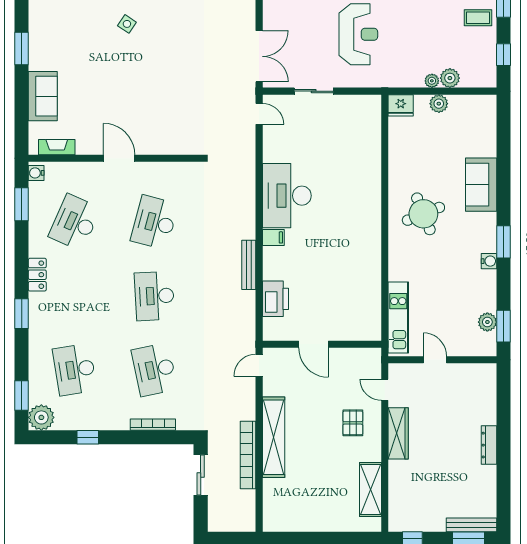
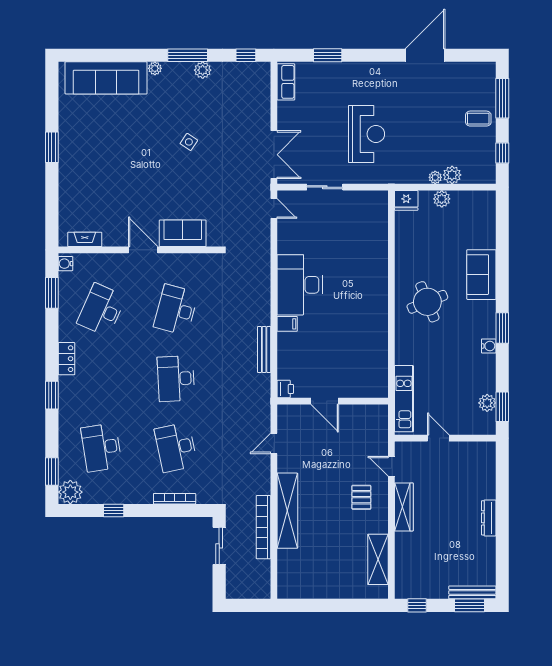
side table: (127, 24) -> (189, 142), moved
sofa: (43, 96) -> (183, 233), moved, turned -90
printer: (275, 299) -> (285, 389), width x0.53, depth x0.68
door: (313, 344) -> (325, 401), moved
wall: (322, 344) -> (333, 401), moved

